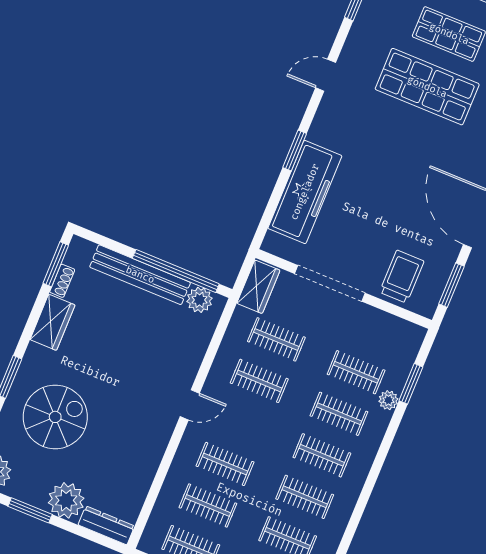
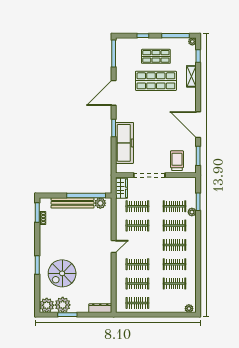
door: (326, 75) -> (114, 93), width x1.87
wardrobe: (52, 322) -> (45, 236), removed
spiral stairs: (55, 417) -> (62, 273), turned 180
plant: (66, 500) -> (63, 305), moved

